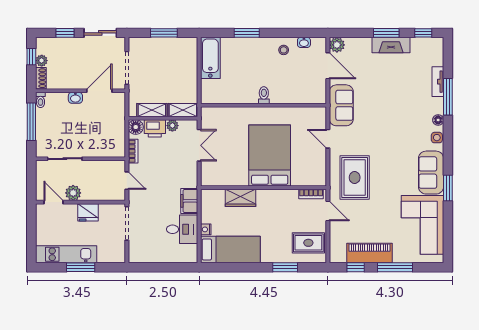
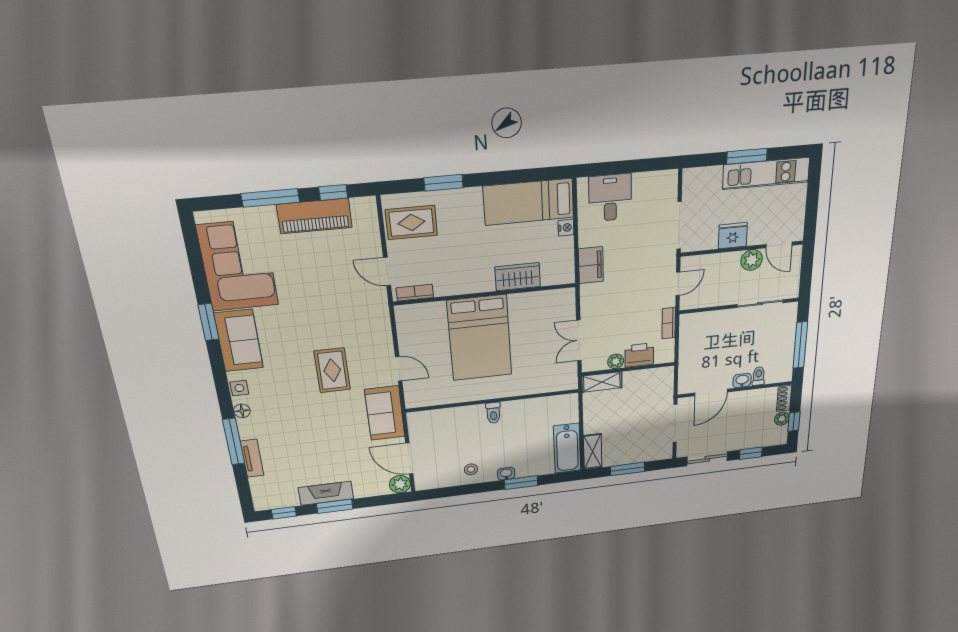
washbasin: (304, 42) -> (506, 474), moved
toilet: (40, 100) -> (759, 376), moved
shelving: (152, 110) -> (593, 452), moved, turned 90
floor lamp: (136, 127) -> (665, 354), removed
rug: (355, 178) -> (332, 370), moved, width x0.73, depth x0.70
door: (127, 181) -> (678, 284), swing flipped
desk: (182, 229) -> (610, 198), moved, turned 90

